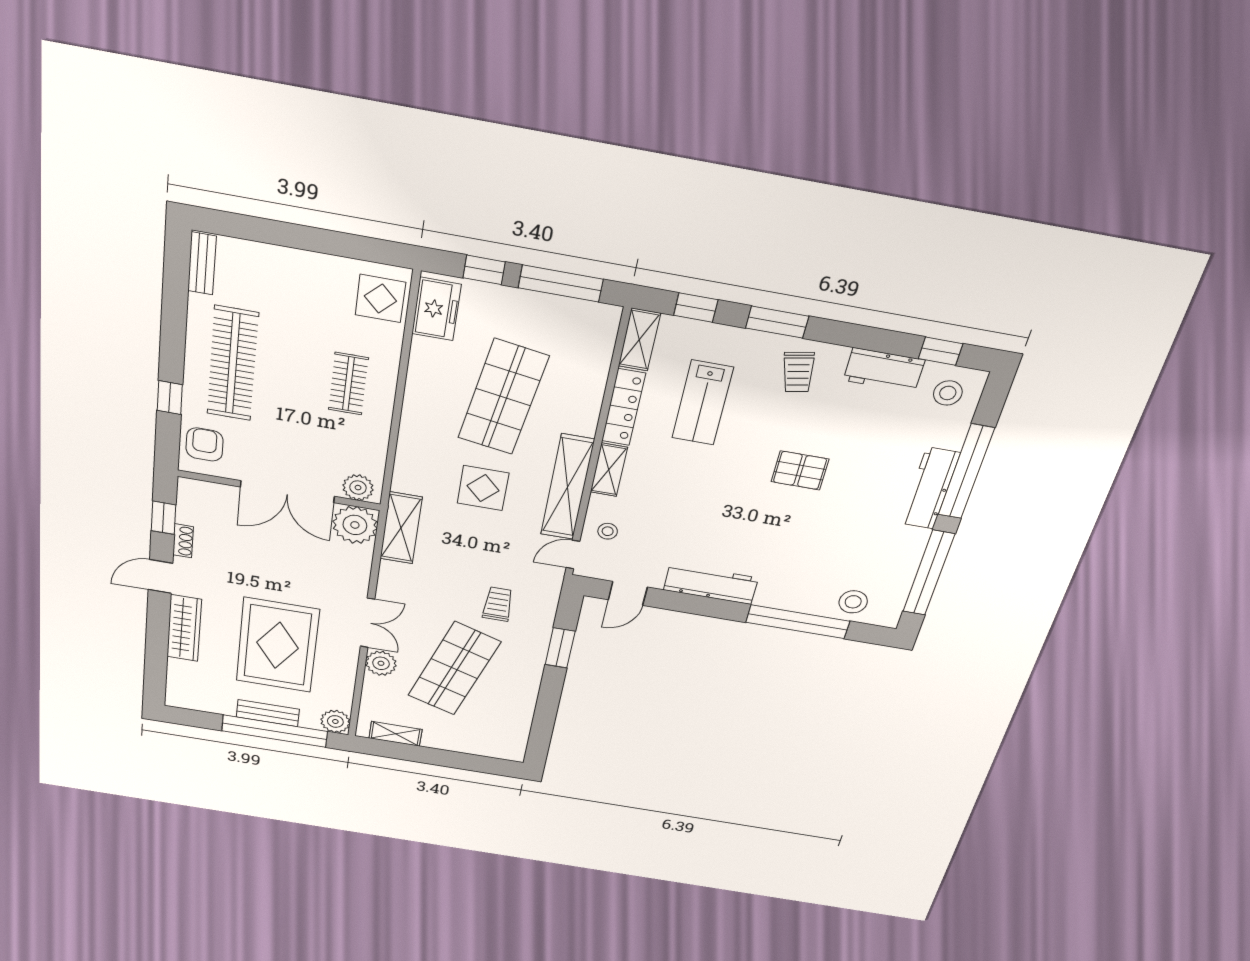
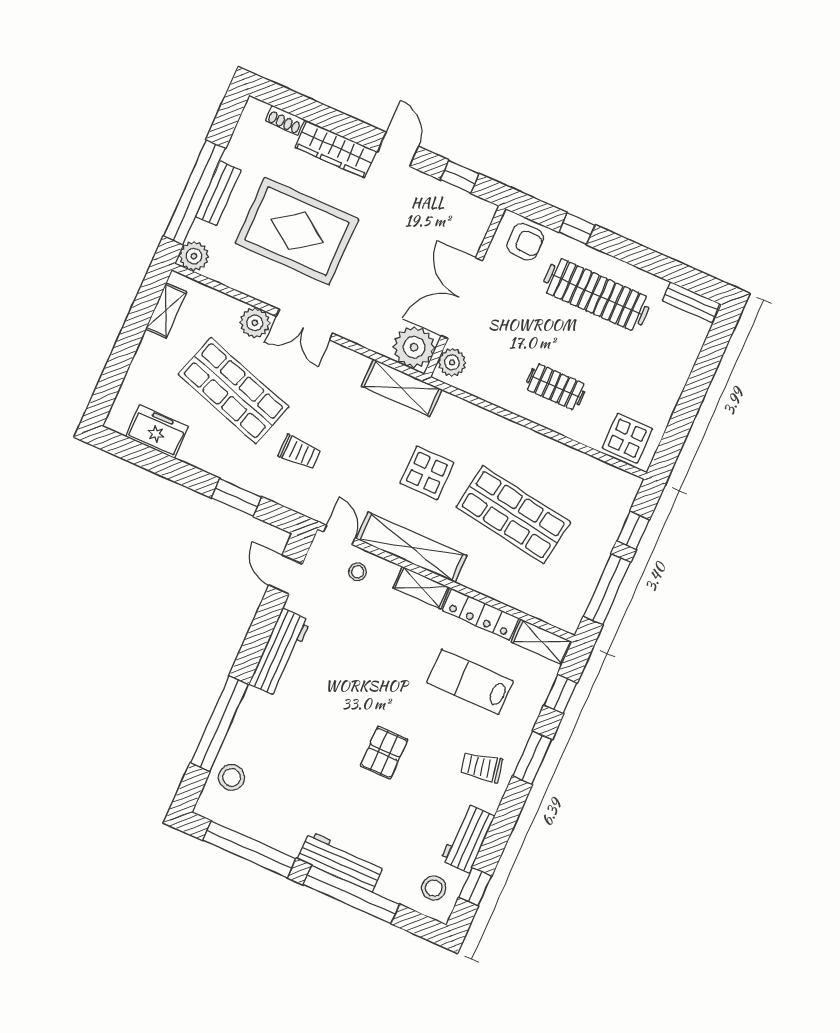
freezer: (436, 309) -> (157, 432), moved, turned 180
shoe rack: (183, 541) -> (285, 120), moved

